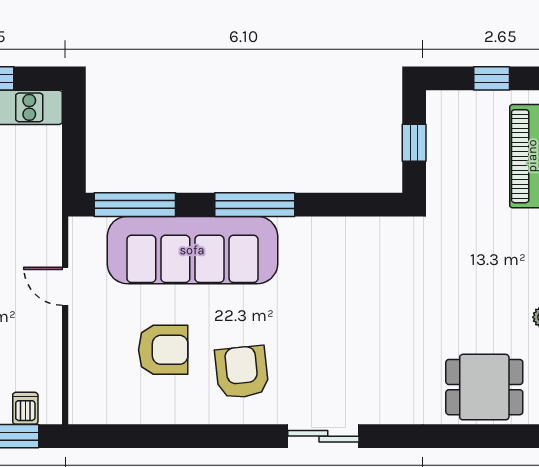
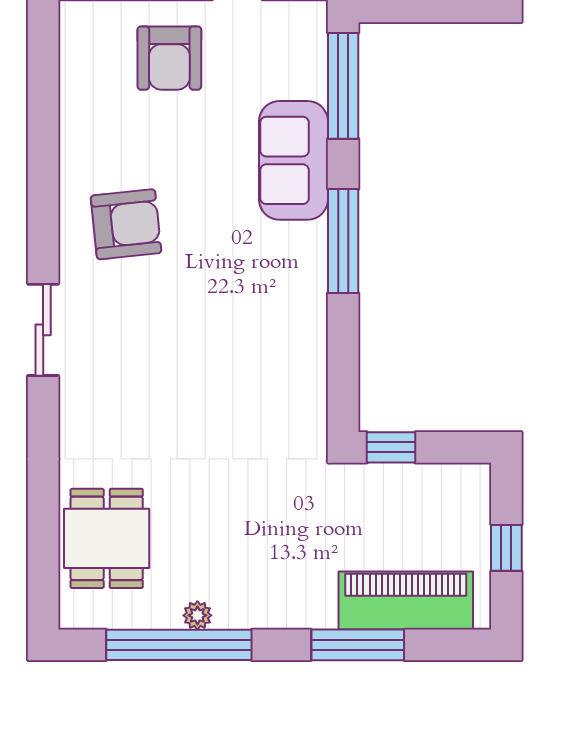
window: (414, 143) -> (391, 447), moved
sofa: (192, 250) -> (293, 160), width x0.54, depth x0.79
armchair: (163, 350) -> (169, 58), moved

